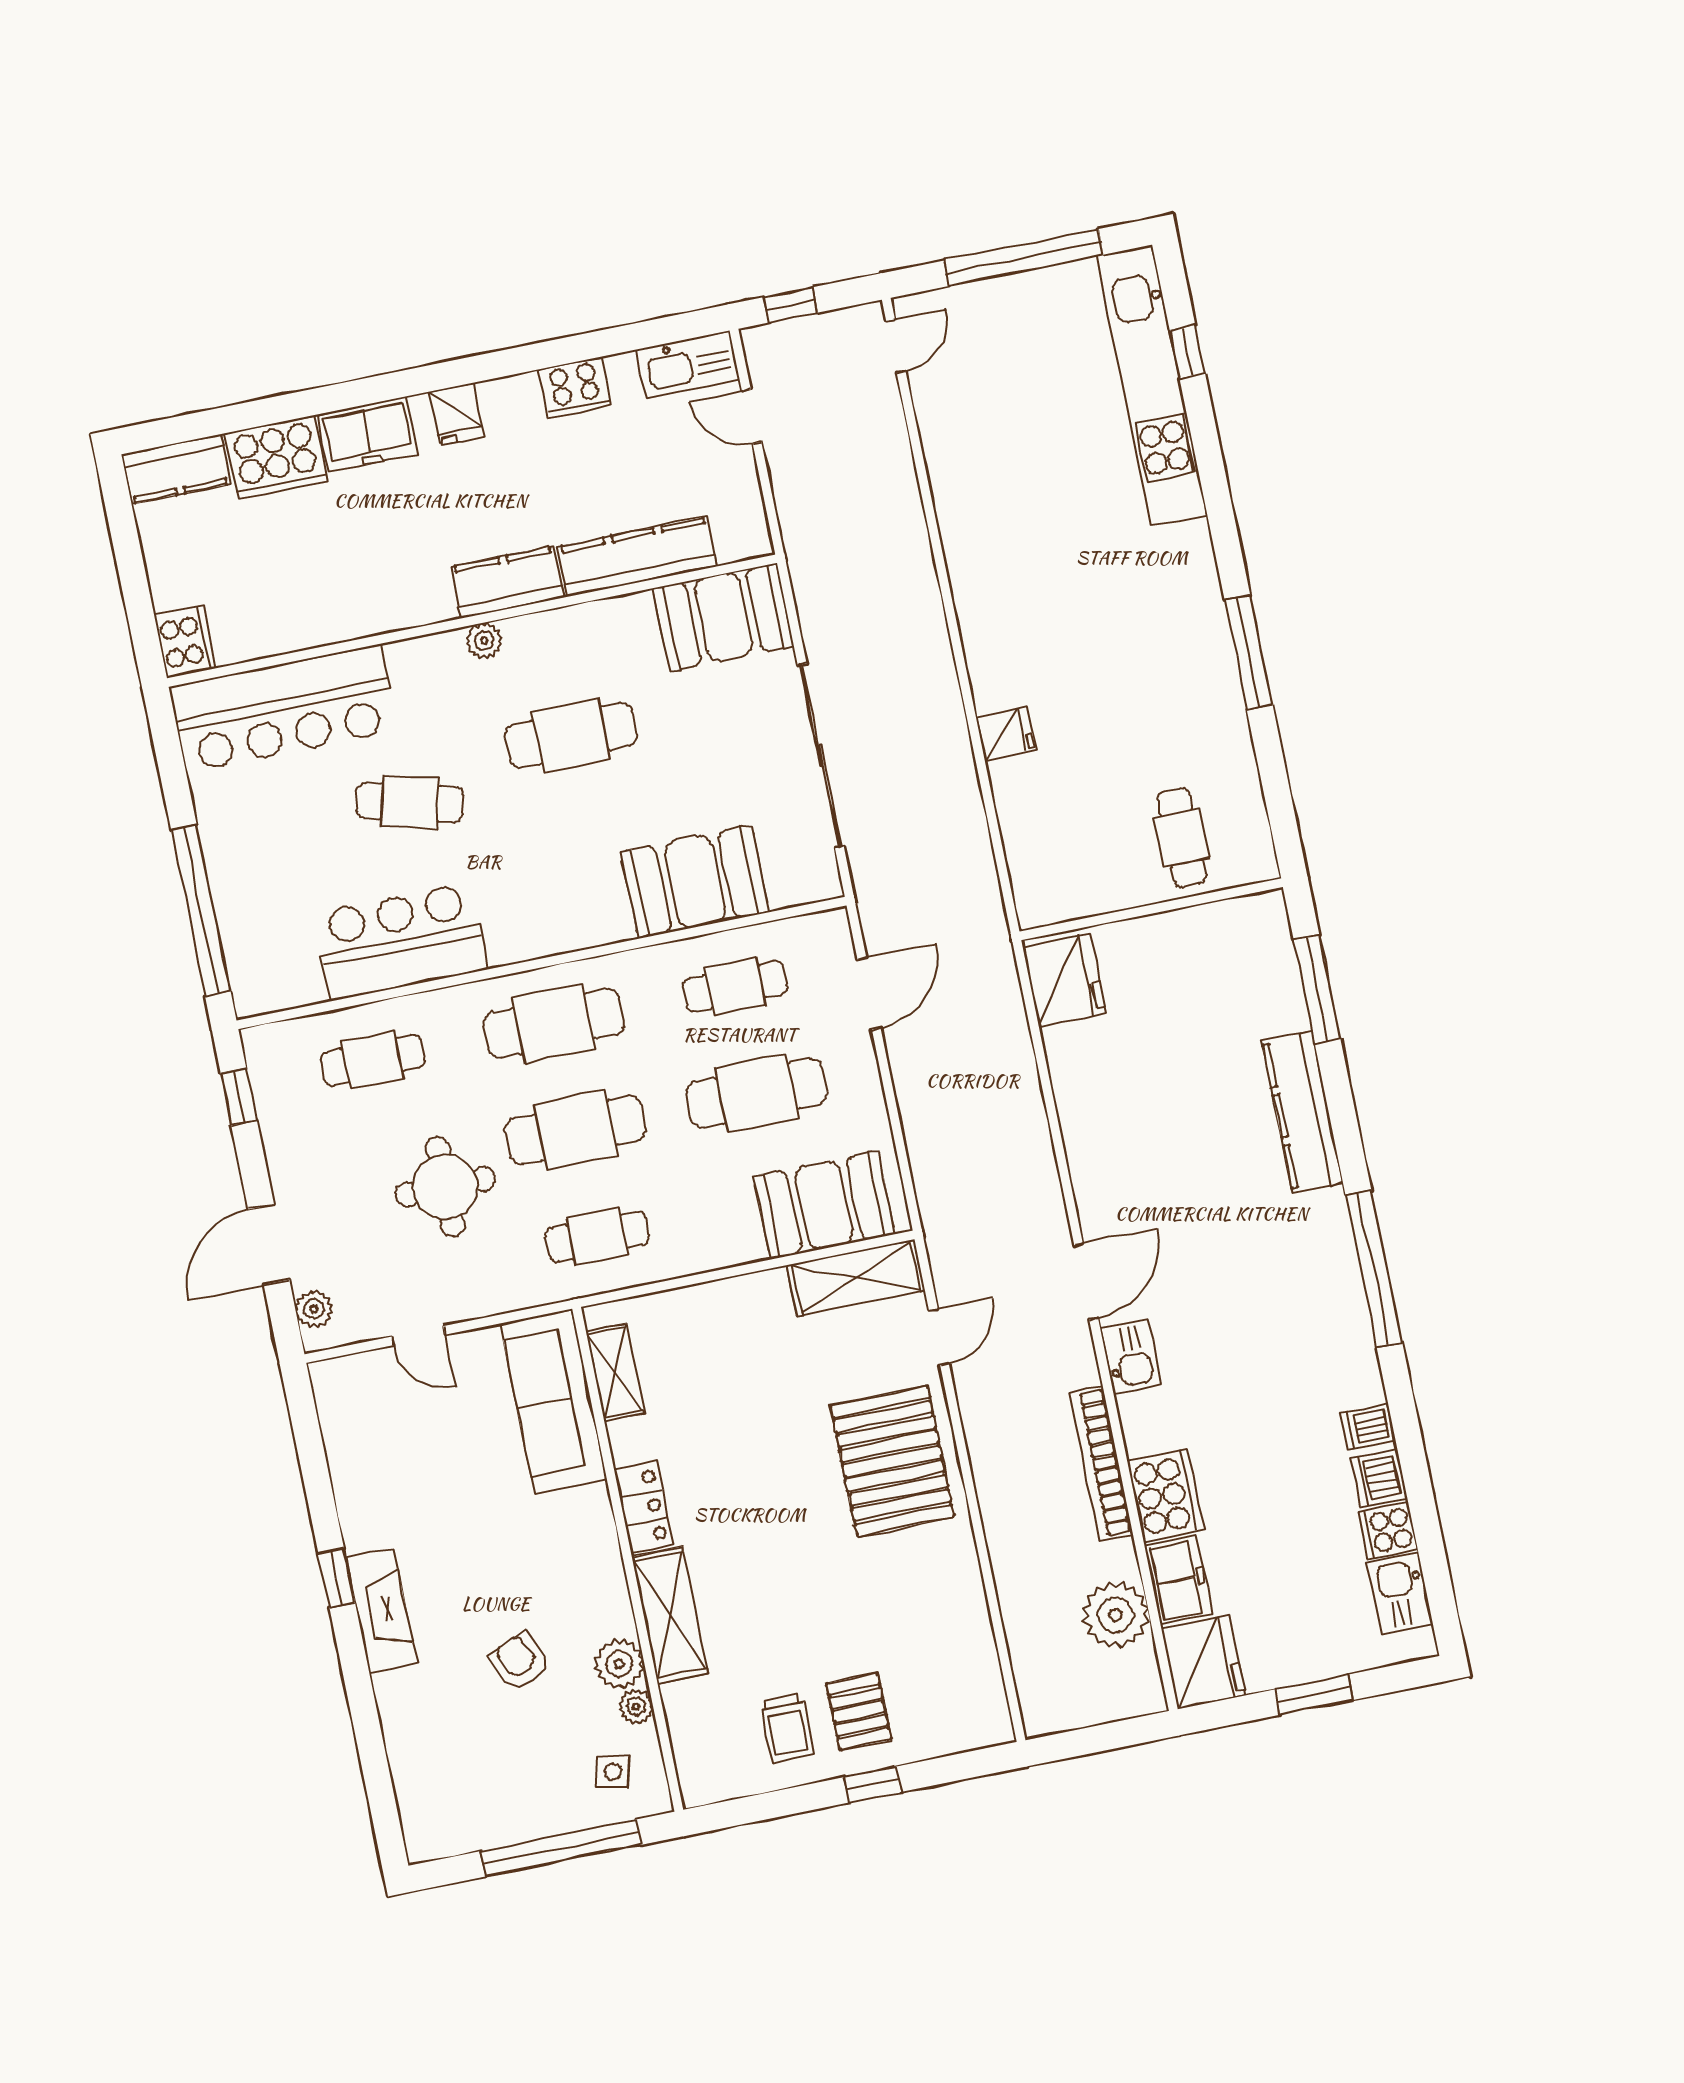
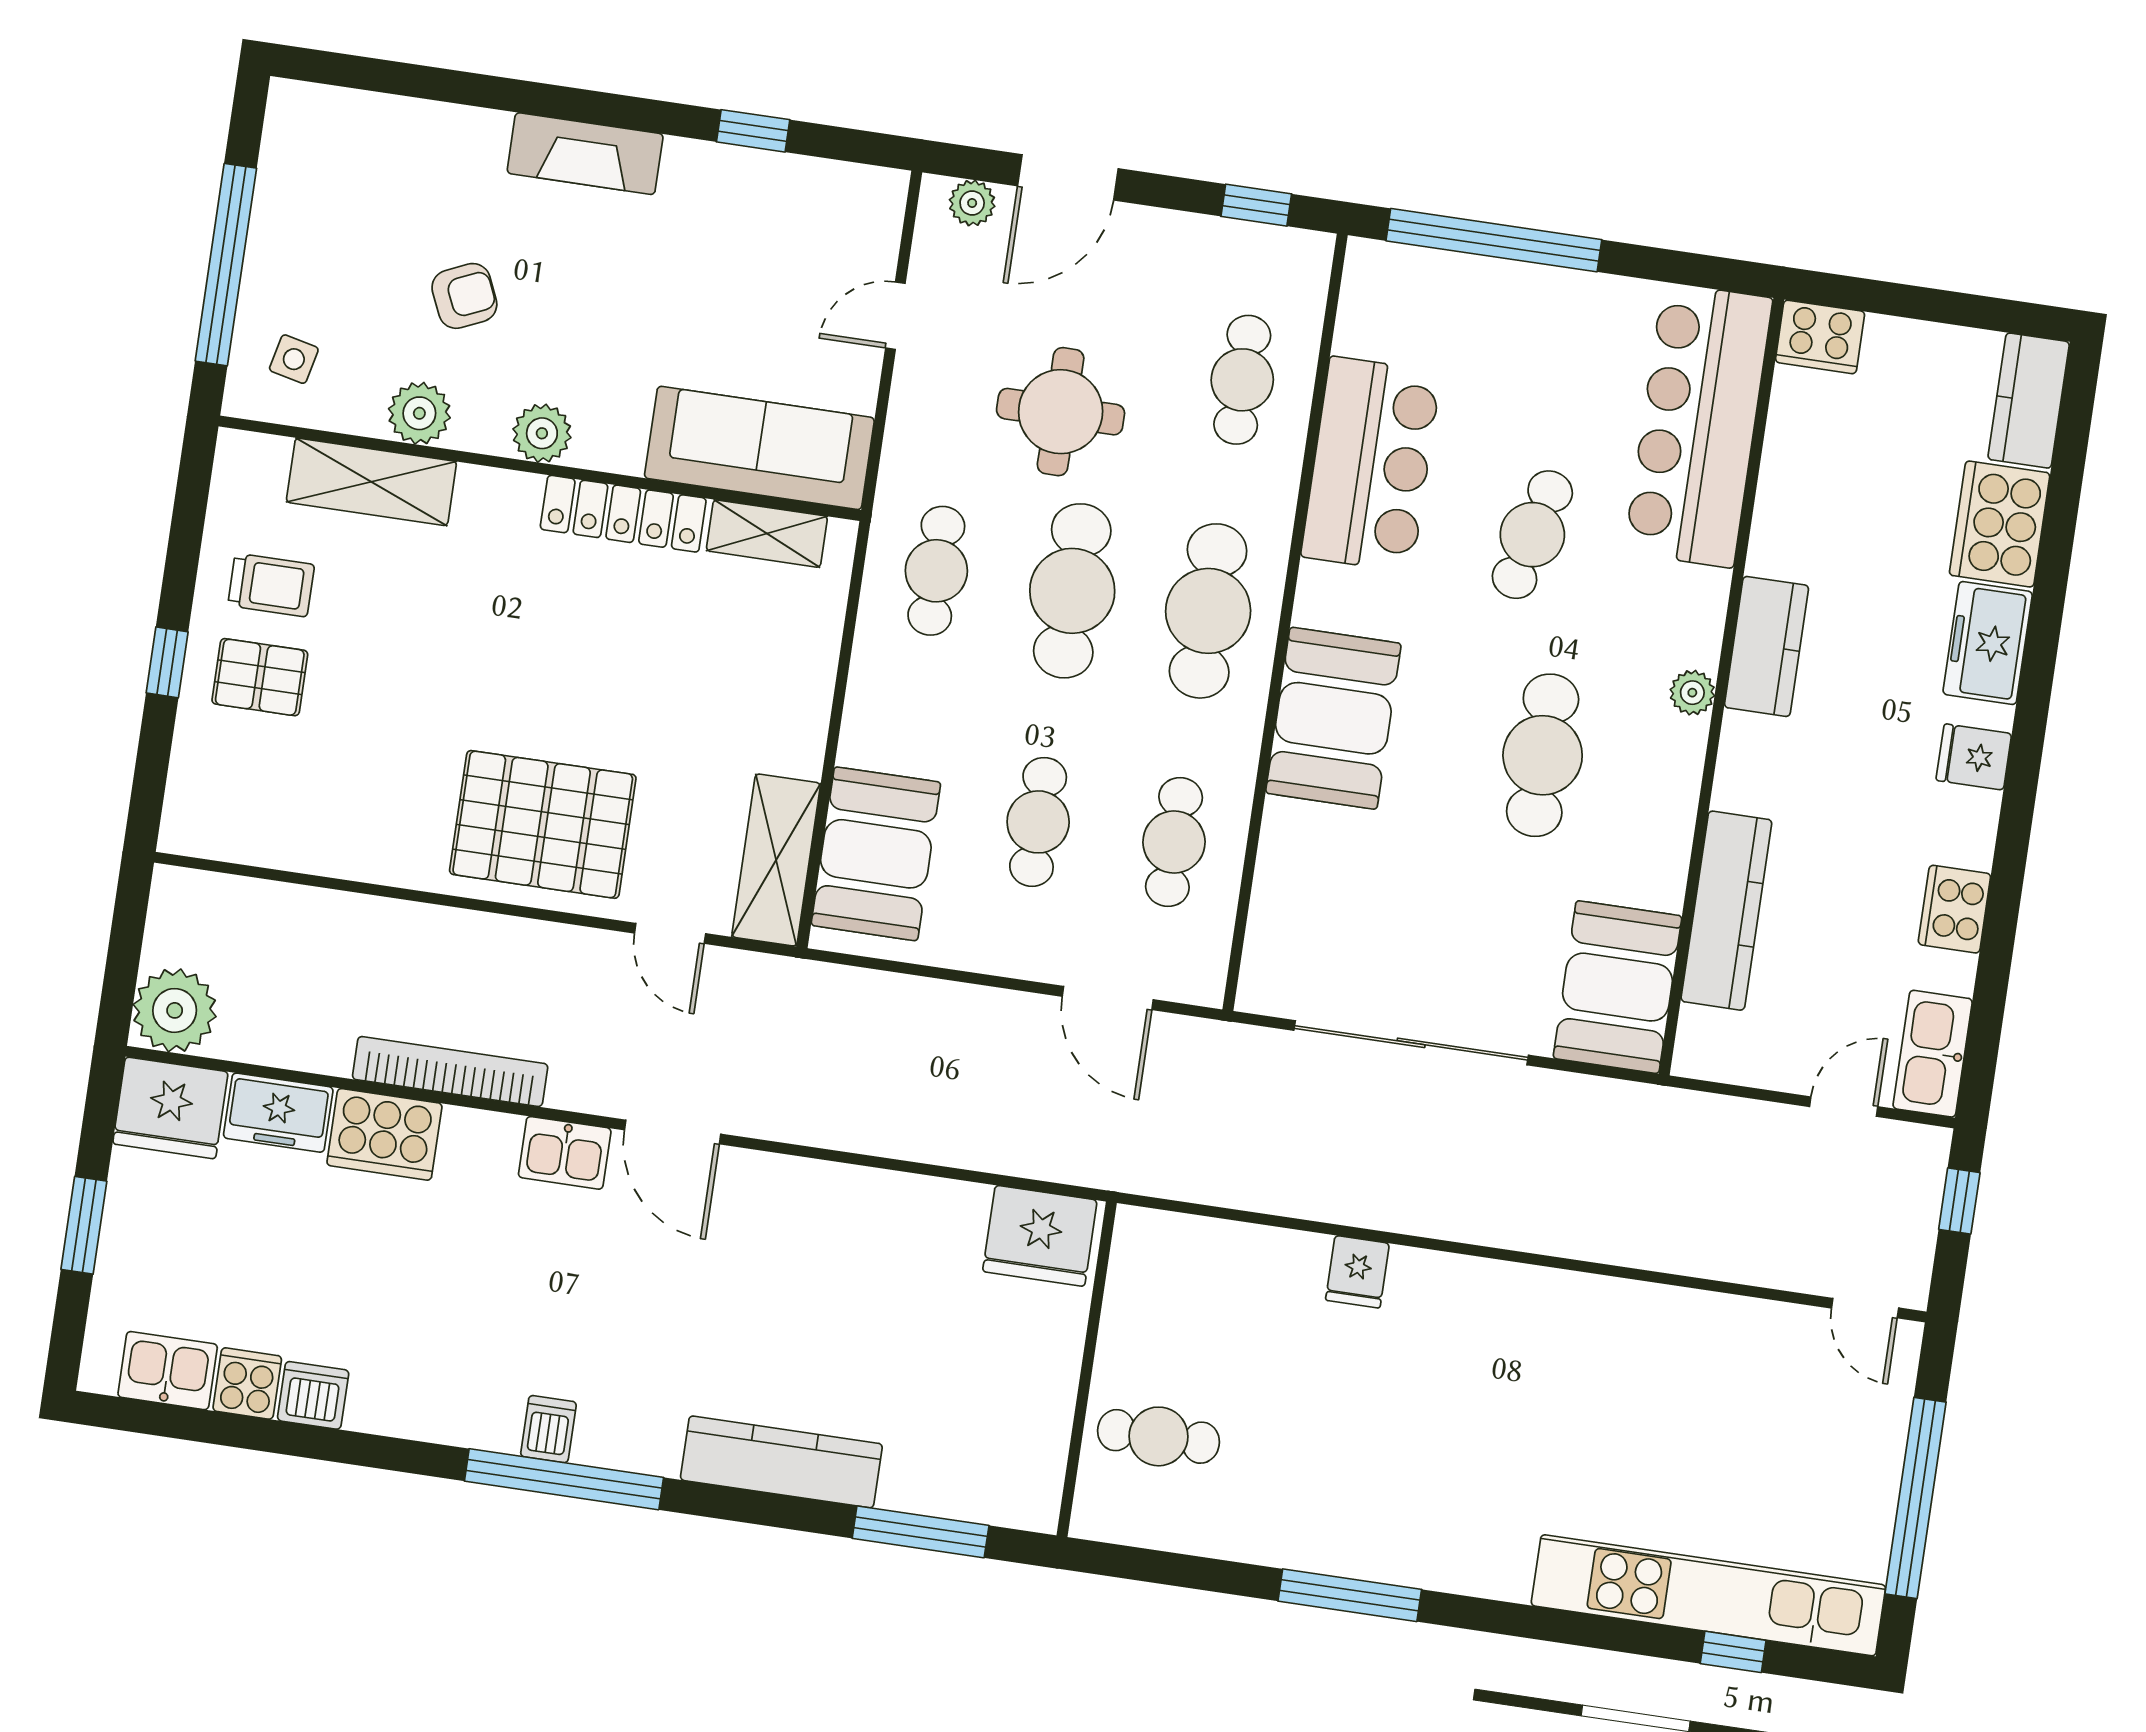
kitchen counter: (507, 582) -> (1767, 646), moved
booth: (695, 882) -> (1333, 718), moved
cafe table: (757, 1093) -> (1038, 822), width x0.73, depth x0.74
door: (269, 1245) -> (1068, 177), swing flipped
dishwasher: (1368, 1427) -> (548, 1429), moved
locker: (644, 1507) -> (623, 514), width x1.53
window: (337, 1578) -> (753, 131), moved
shelving: (670, 1615) -> (371, 482), moved
plant: (1116, 1615) -> (175, 1010), moved
plant: (636, 1706) -> (542, 433), moved, width x1.38, depth x1.38
trolley: (787, 1728) -> (271, 585), turned 180

